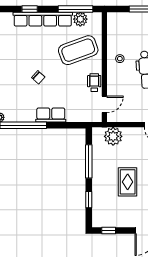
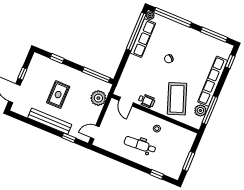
window: (30, 9) -> (230, 61), moved
row of seats: (51, 115) -> (143, 38), moved, width x1.48
window: (89, 161) -> (96, 75), moved
rug: (128, 182) -> (58, 95), turned 90
window: (109, 230) -> (22, 74), moved

